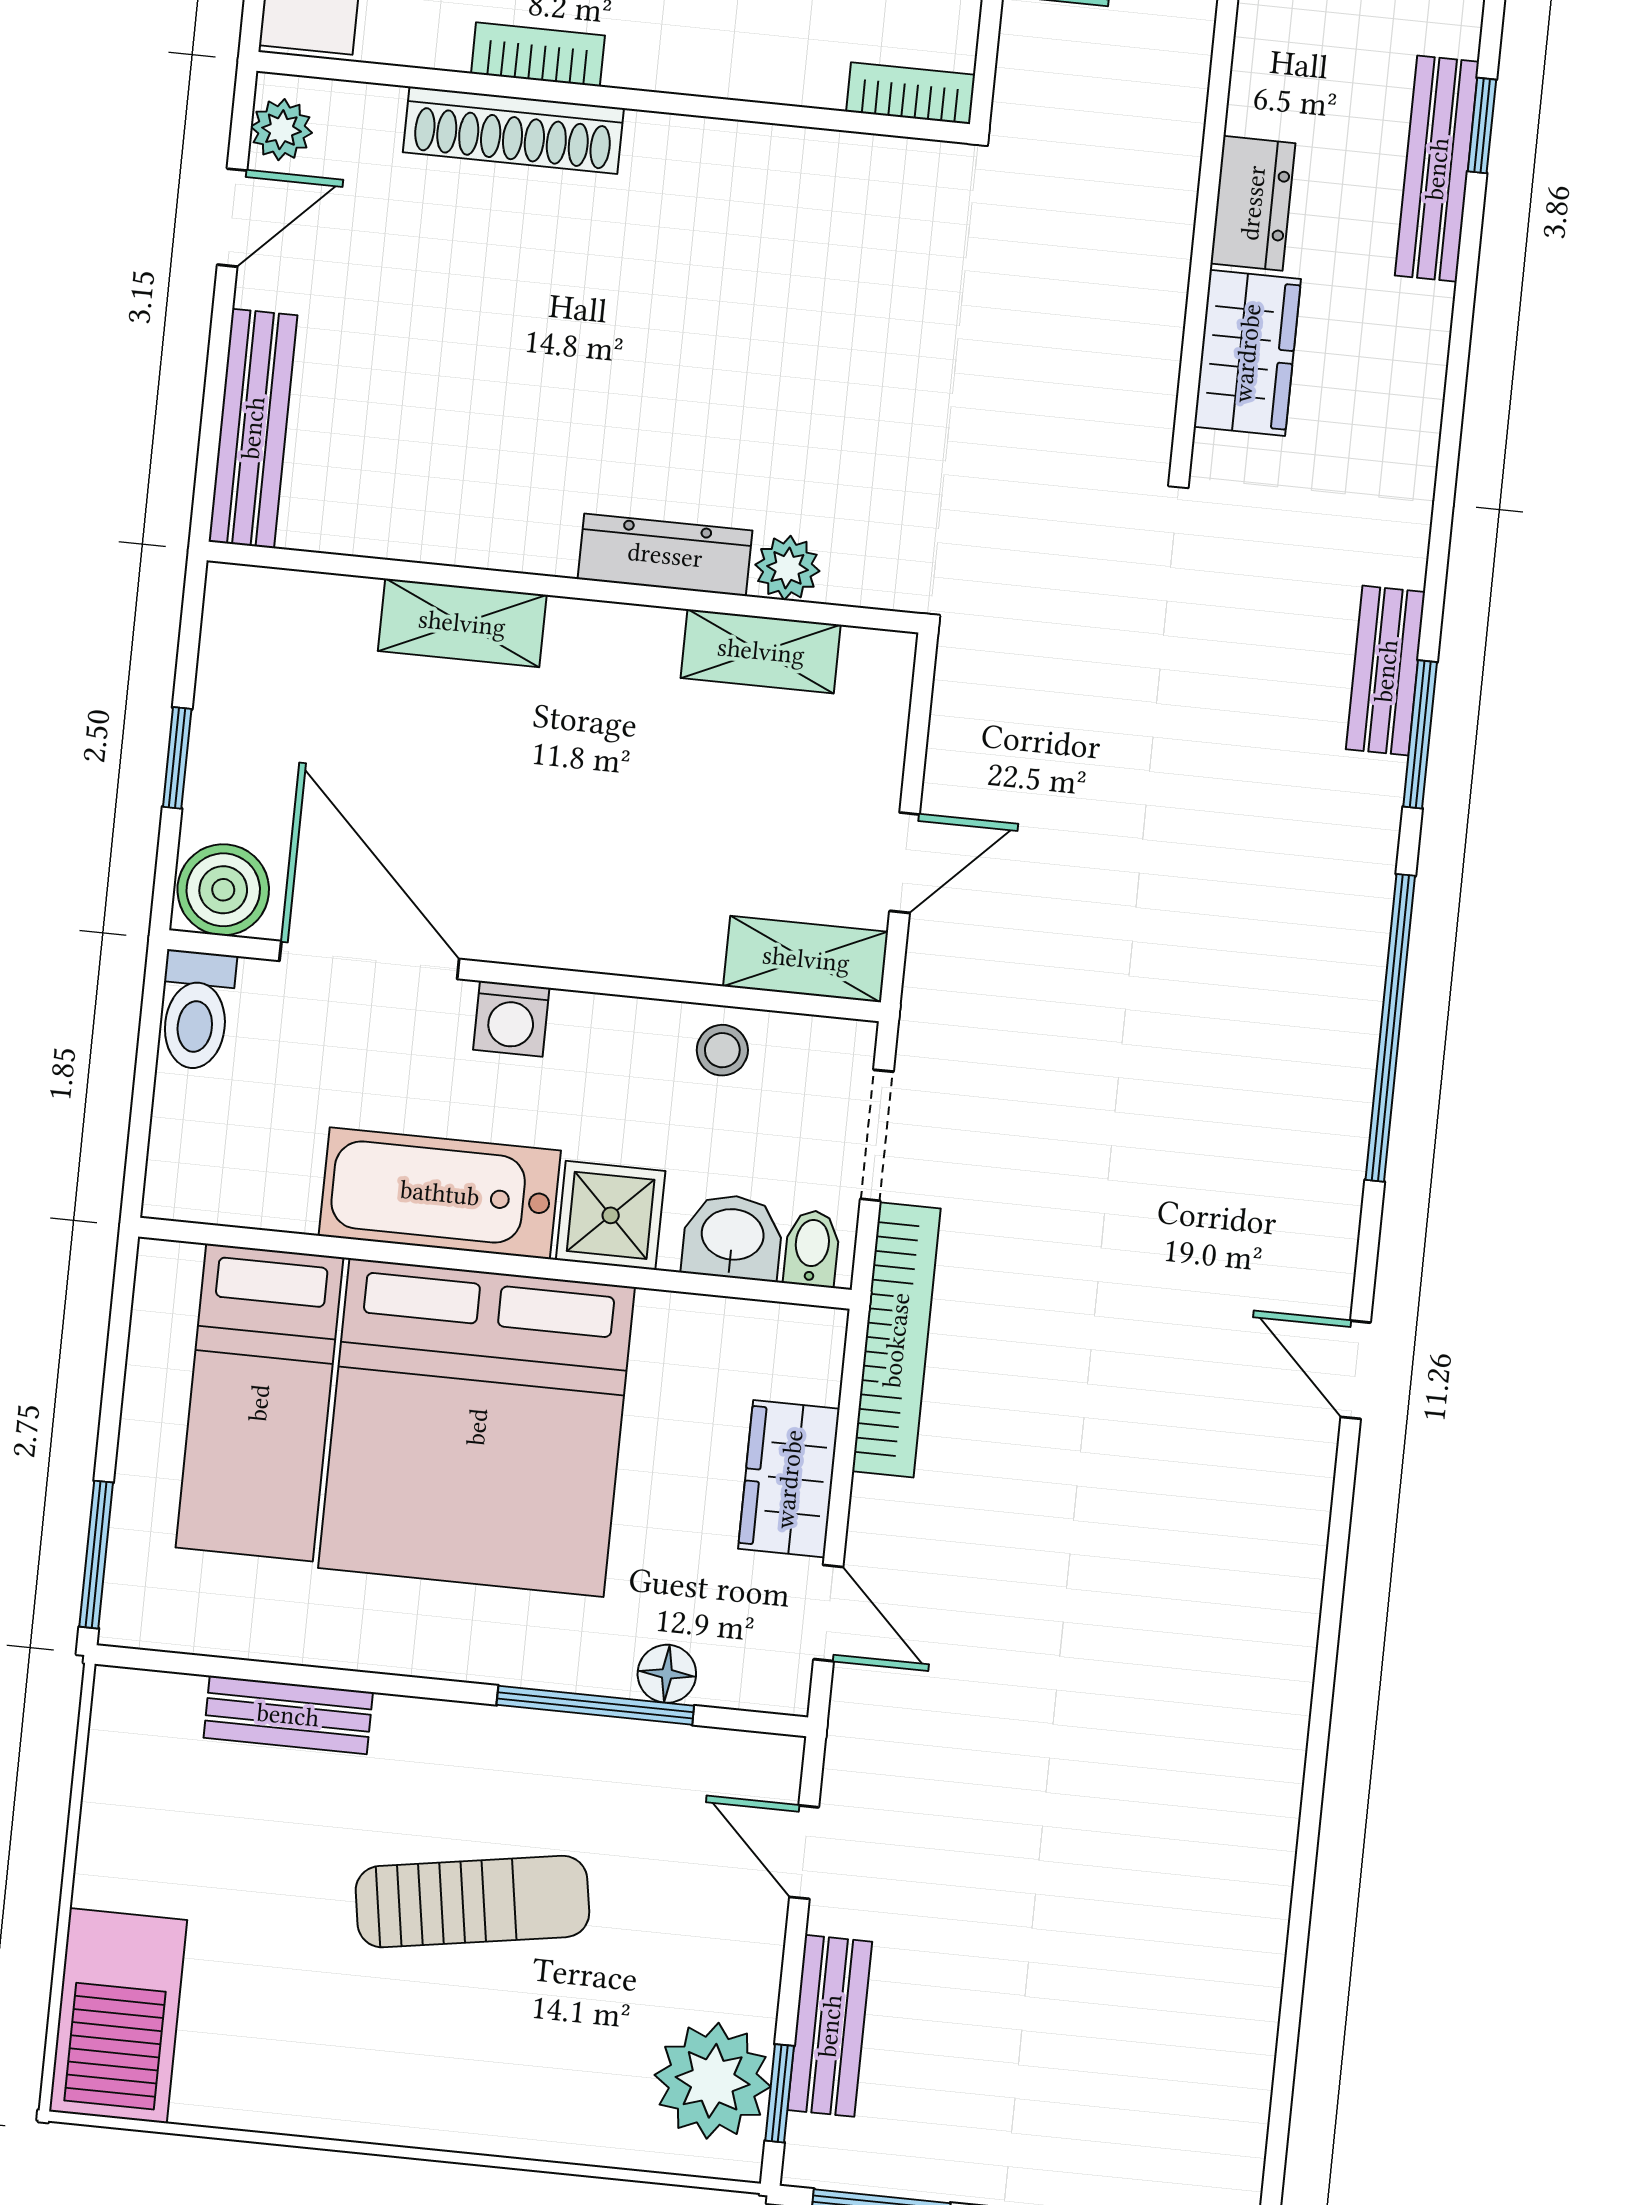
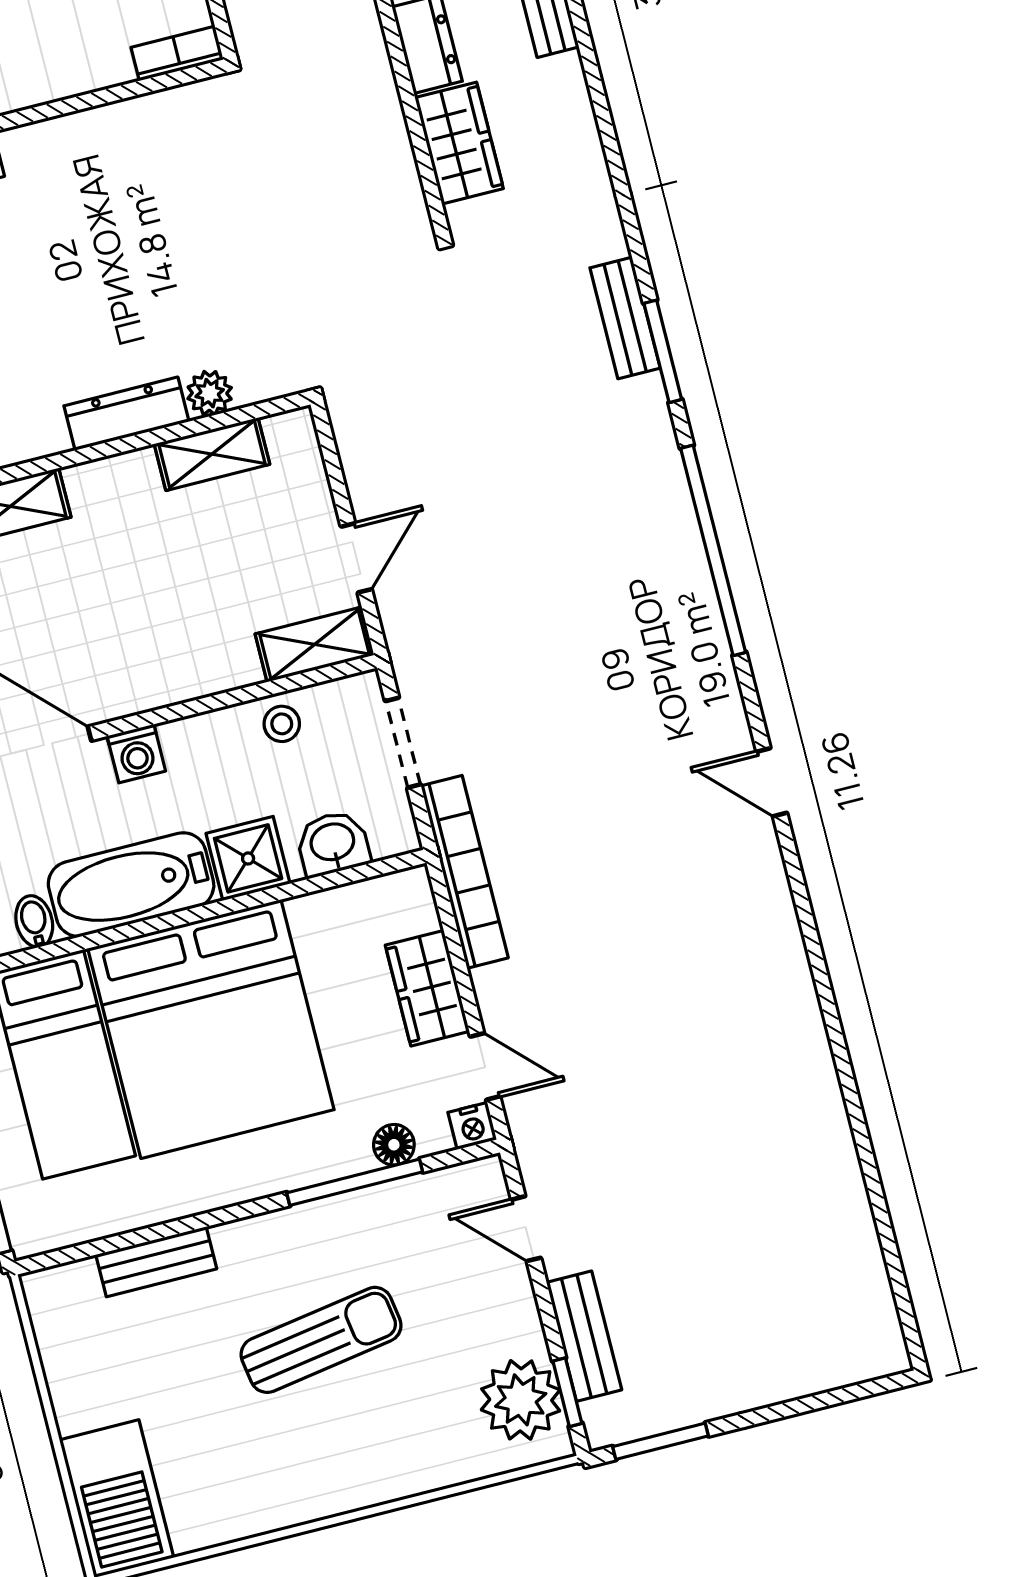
bidet: (812, 1248) -> (34, 921), moved
nightstand: (782, 1687) -> (472, 1126), added

